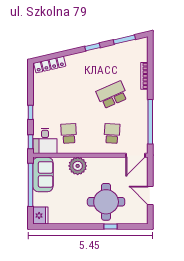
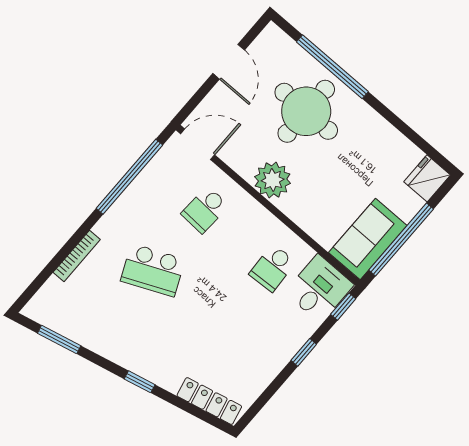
window: (92, 47) -> (140, 382), moved
plant: (78, 166) -> (273, 180), moved
window: (111, 227) -> (332, 67), width x3.17

